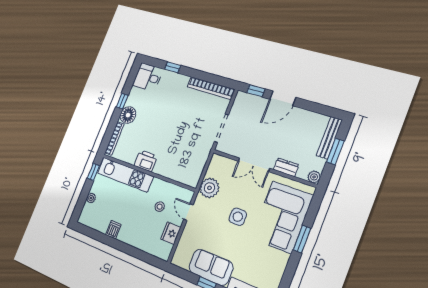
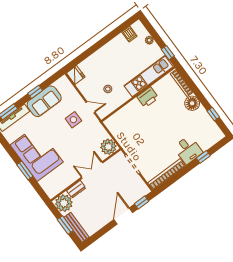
desk: (148, 77) -> (188, 150), moved, turned 90
window: (122, 101) -> (213, 114), moved
plant: (314, 177) -> (64, 203), width x1.87, depth x1.87
plant: (209, 188) -> (108, 147), moved
side table: (238, 217) -> (73, 120), moved
corner sofa: (282, 217) -> (37, 153), moved
dishwasher: (113, 230) -> (129, 34), moved
fridge: (171, 233) -> (76, 75), moved

